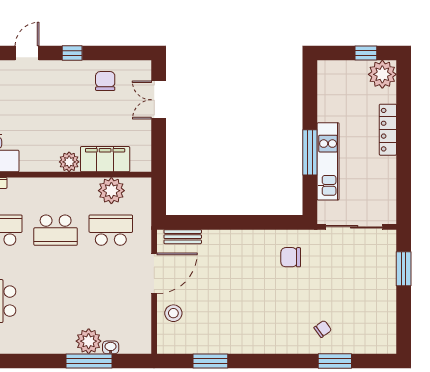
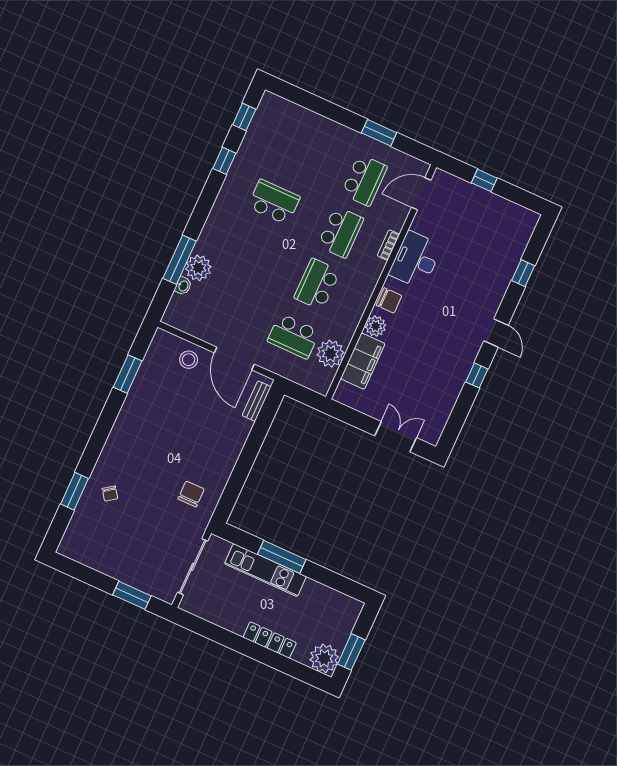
window: (366, 53) -> (351, 652), width x1.50
chair: (105, 81) -> (389, 300), moved
school desk: (111, 230) -> (293, 336), turned 90

